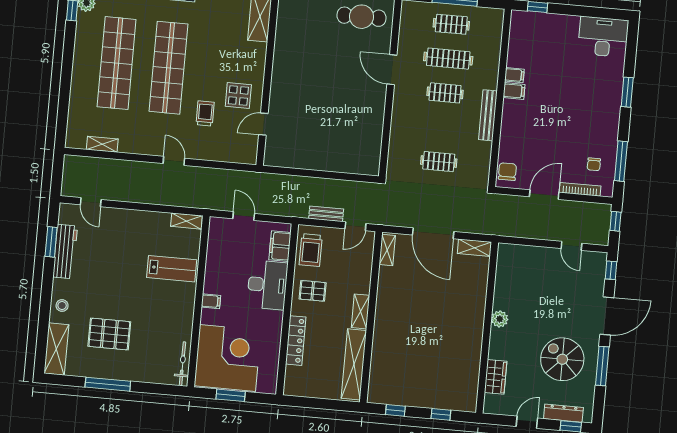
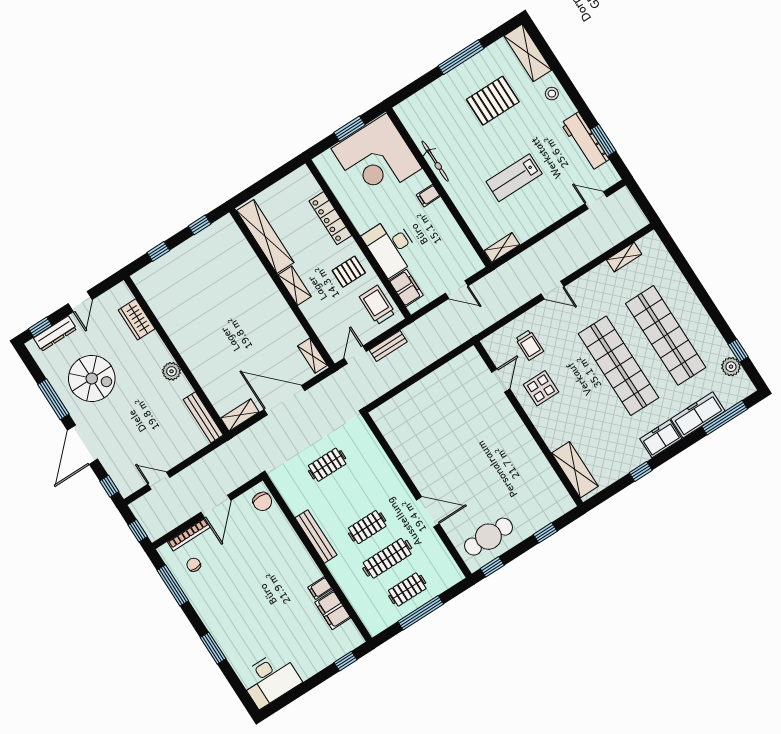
filing cabinet: (514, 91) -> (333, 610), moved, width x2.00
trolley: (205, 113) -> (529, 345), moved
bench: (503, 267) -> (203, 417), added
lab bench: (172, 269) -> (514, 178), moved
bicycle: (182, 364) -> (435, 161), moved

